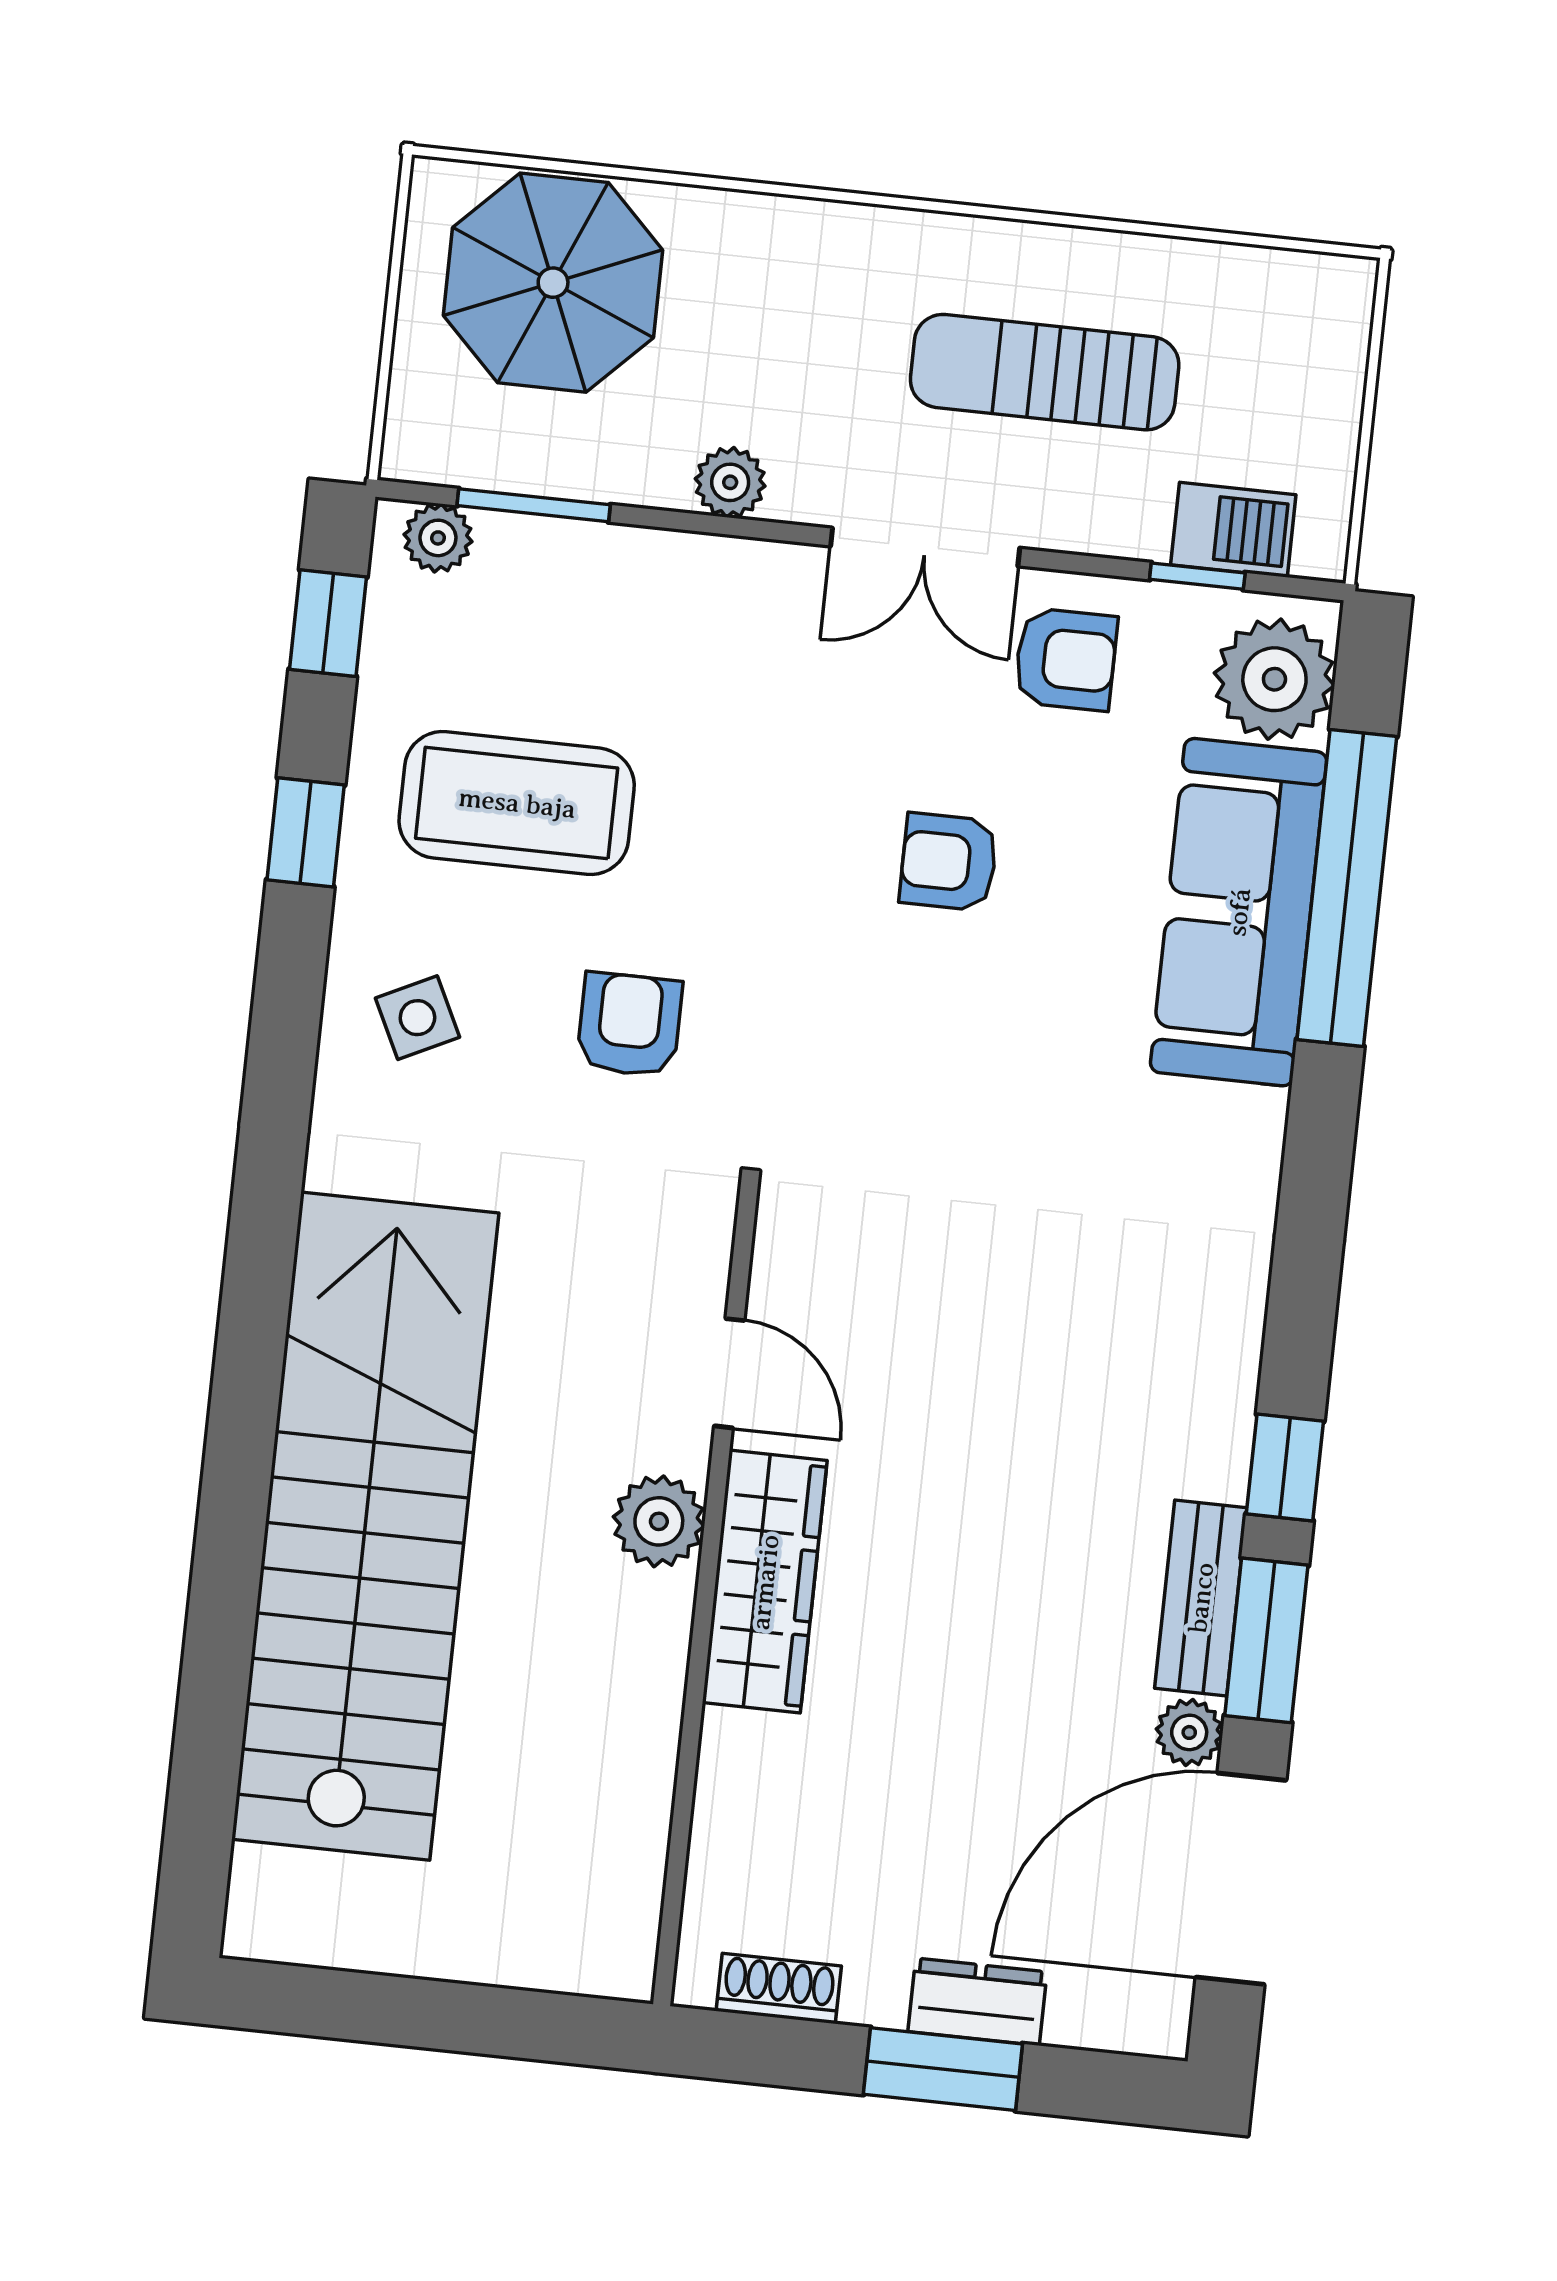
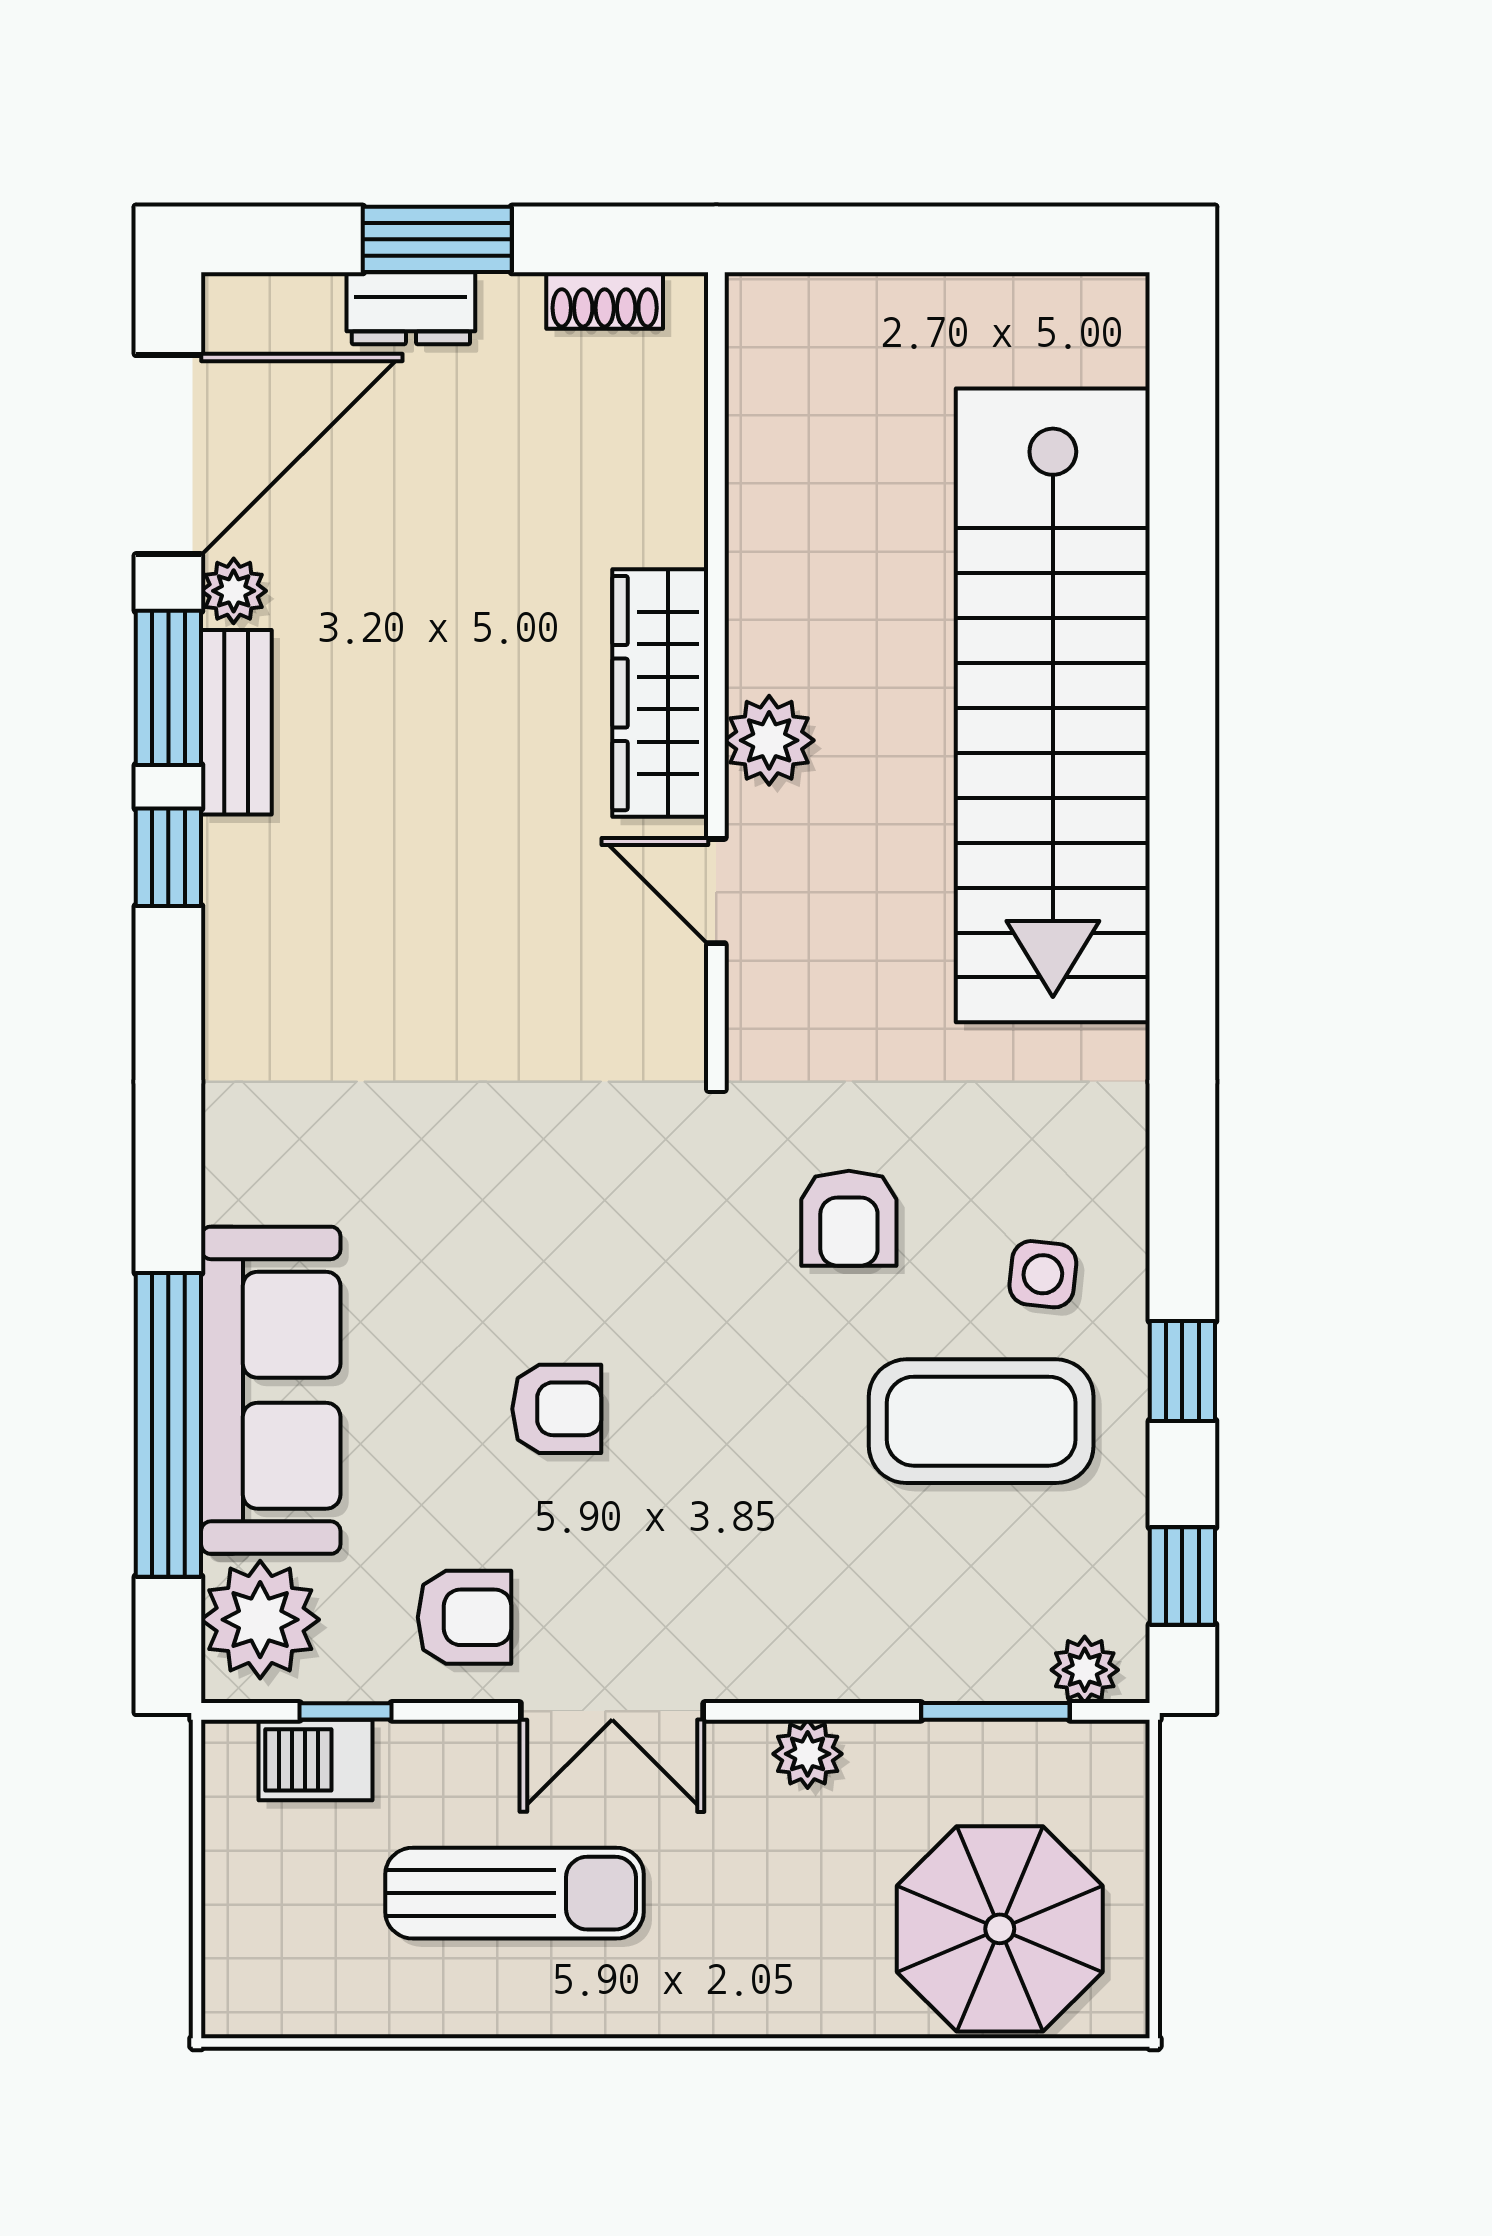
double door: (925, 547) -> (612, 1711), swing flipped
armchair: (1066, 659) -> (464, 1617), turned 180
side table: (417, 1018) -> (1043, 1274), moved, turned 32

